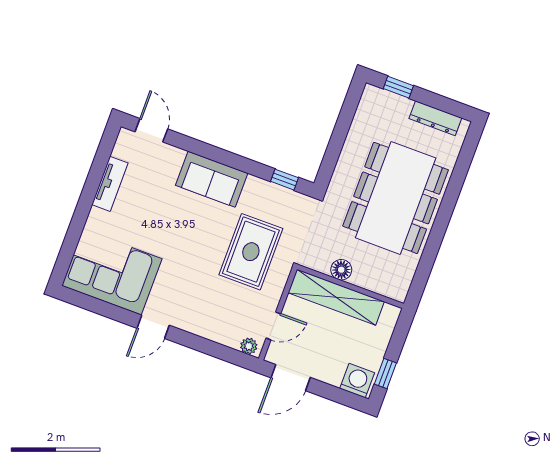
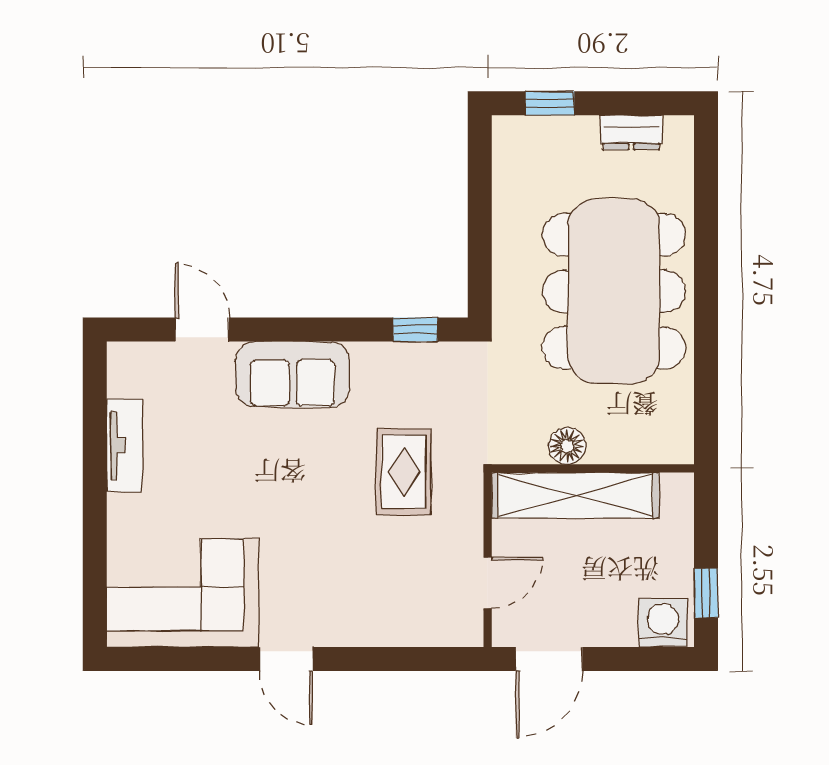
dresser: (435, 118) -> (631, 132), width x0.70
door: (151, 130) -> (202, 330), moved
rug: (251, 252) -> (404, 472), width x0.73, depth x0.70
door: (153, 327) -> (286, 659), hinge flipped
plant: (249, 346) -> (459, 632), removed

